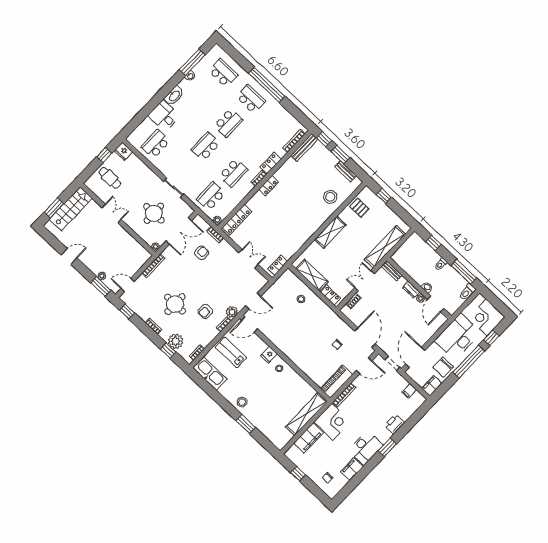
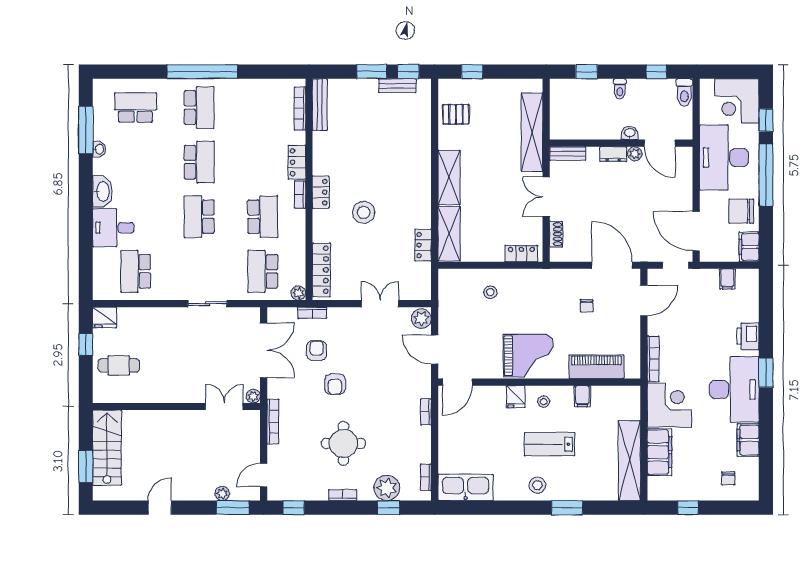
school desk: (251, 99) -> (199, 107), turned 90
window: (324, 139) -> (408, 72), moved
stool: (330, 197) -> (364, 212), moved
double door: (112, 213) -> (224, 407), moved
round table: (154, 213) -> (213, 358), removed
locker: (278, 265) -> (423, 245), moved
window: (464, 272) -> (656, 72), width x0.46
shelving: (312, 275) -> (449, 234), moved, turned 90
door: (253, 301) -> (435, 350), swing flipped
armchair: (205, 311) -> (335, 384), moved
plant: (232, 312) -> (421, 319), moved
grand piano: (291, 342) -> (528, 356), added
lab bench: (231, 352) -> (550, 444), moved
chair: (443, 367) -> (741, 211), turned 90
piano: (337, 381) -> (596, 367), moved, turned 90
filing cabinet: (298, 382) -> (582, 396), added
shelving: (306, 414) -> (629, 461), moved
desk: (366, 448) -> (734, 389), width x1.36, depth x1.30

